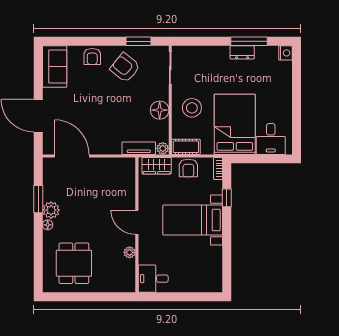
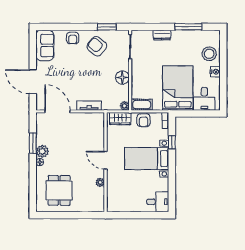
dresser: (242, 52) -> (162, 35), moved
nightstand: (285, 53) -> (215, 72), moved
stool: (192, 108) -> (209, 54), moved
tv unit: (139, 148) -> (89, 106), moved
desk: (153, 279) -> (158, 202), moved, turned 180

